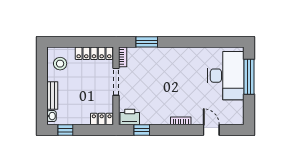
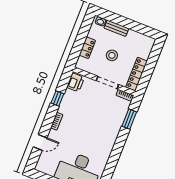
stool: (60, 64) -> (112, 55), moved
locker: (102, 119) -> (87, 48), moved
window: (65, 130) -> (85, 28), removed
window: (142, 130) -> (57, 98), moved

